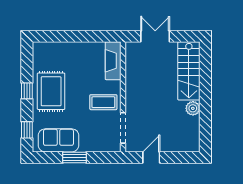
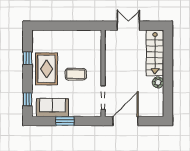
fireplace: (113, 61) -> (95, 45), removed
window: (27, 91) -> (28, 58), moved
coffee table: (103, 102) -> (76, 74), moved
door: (151, 157) -> (125, 121), width x1.87

